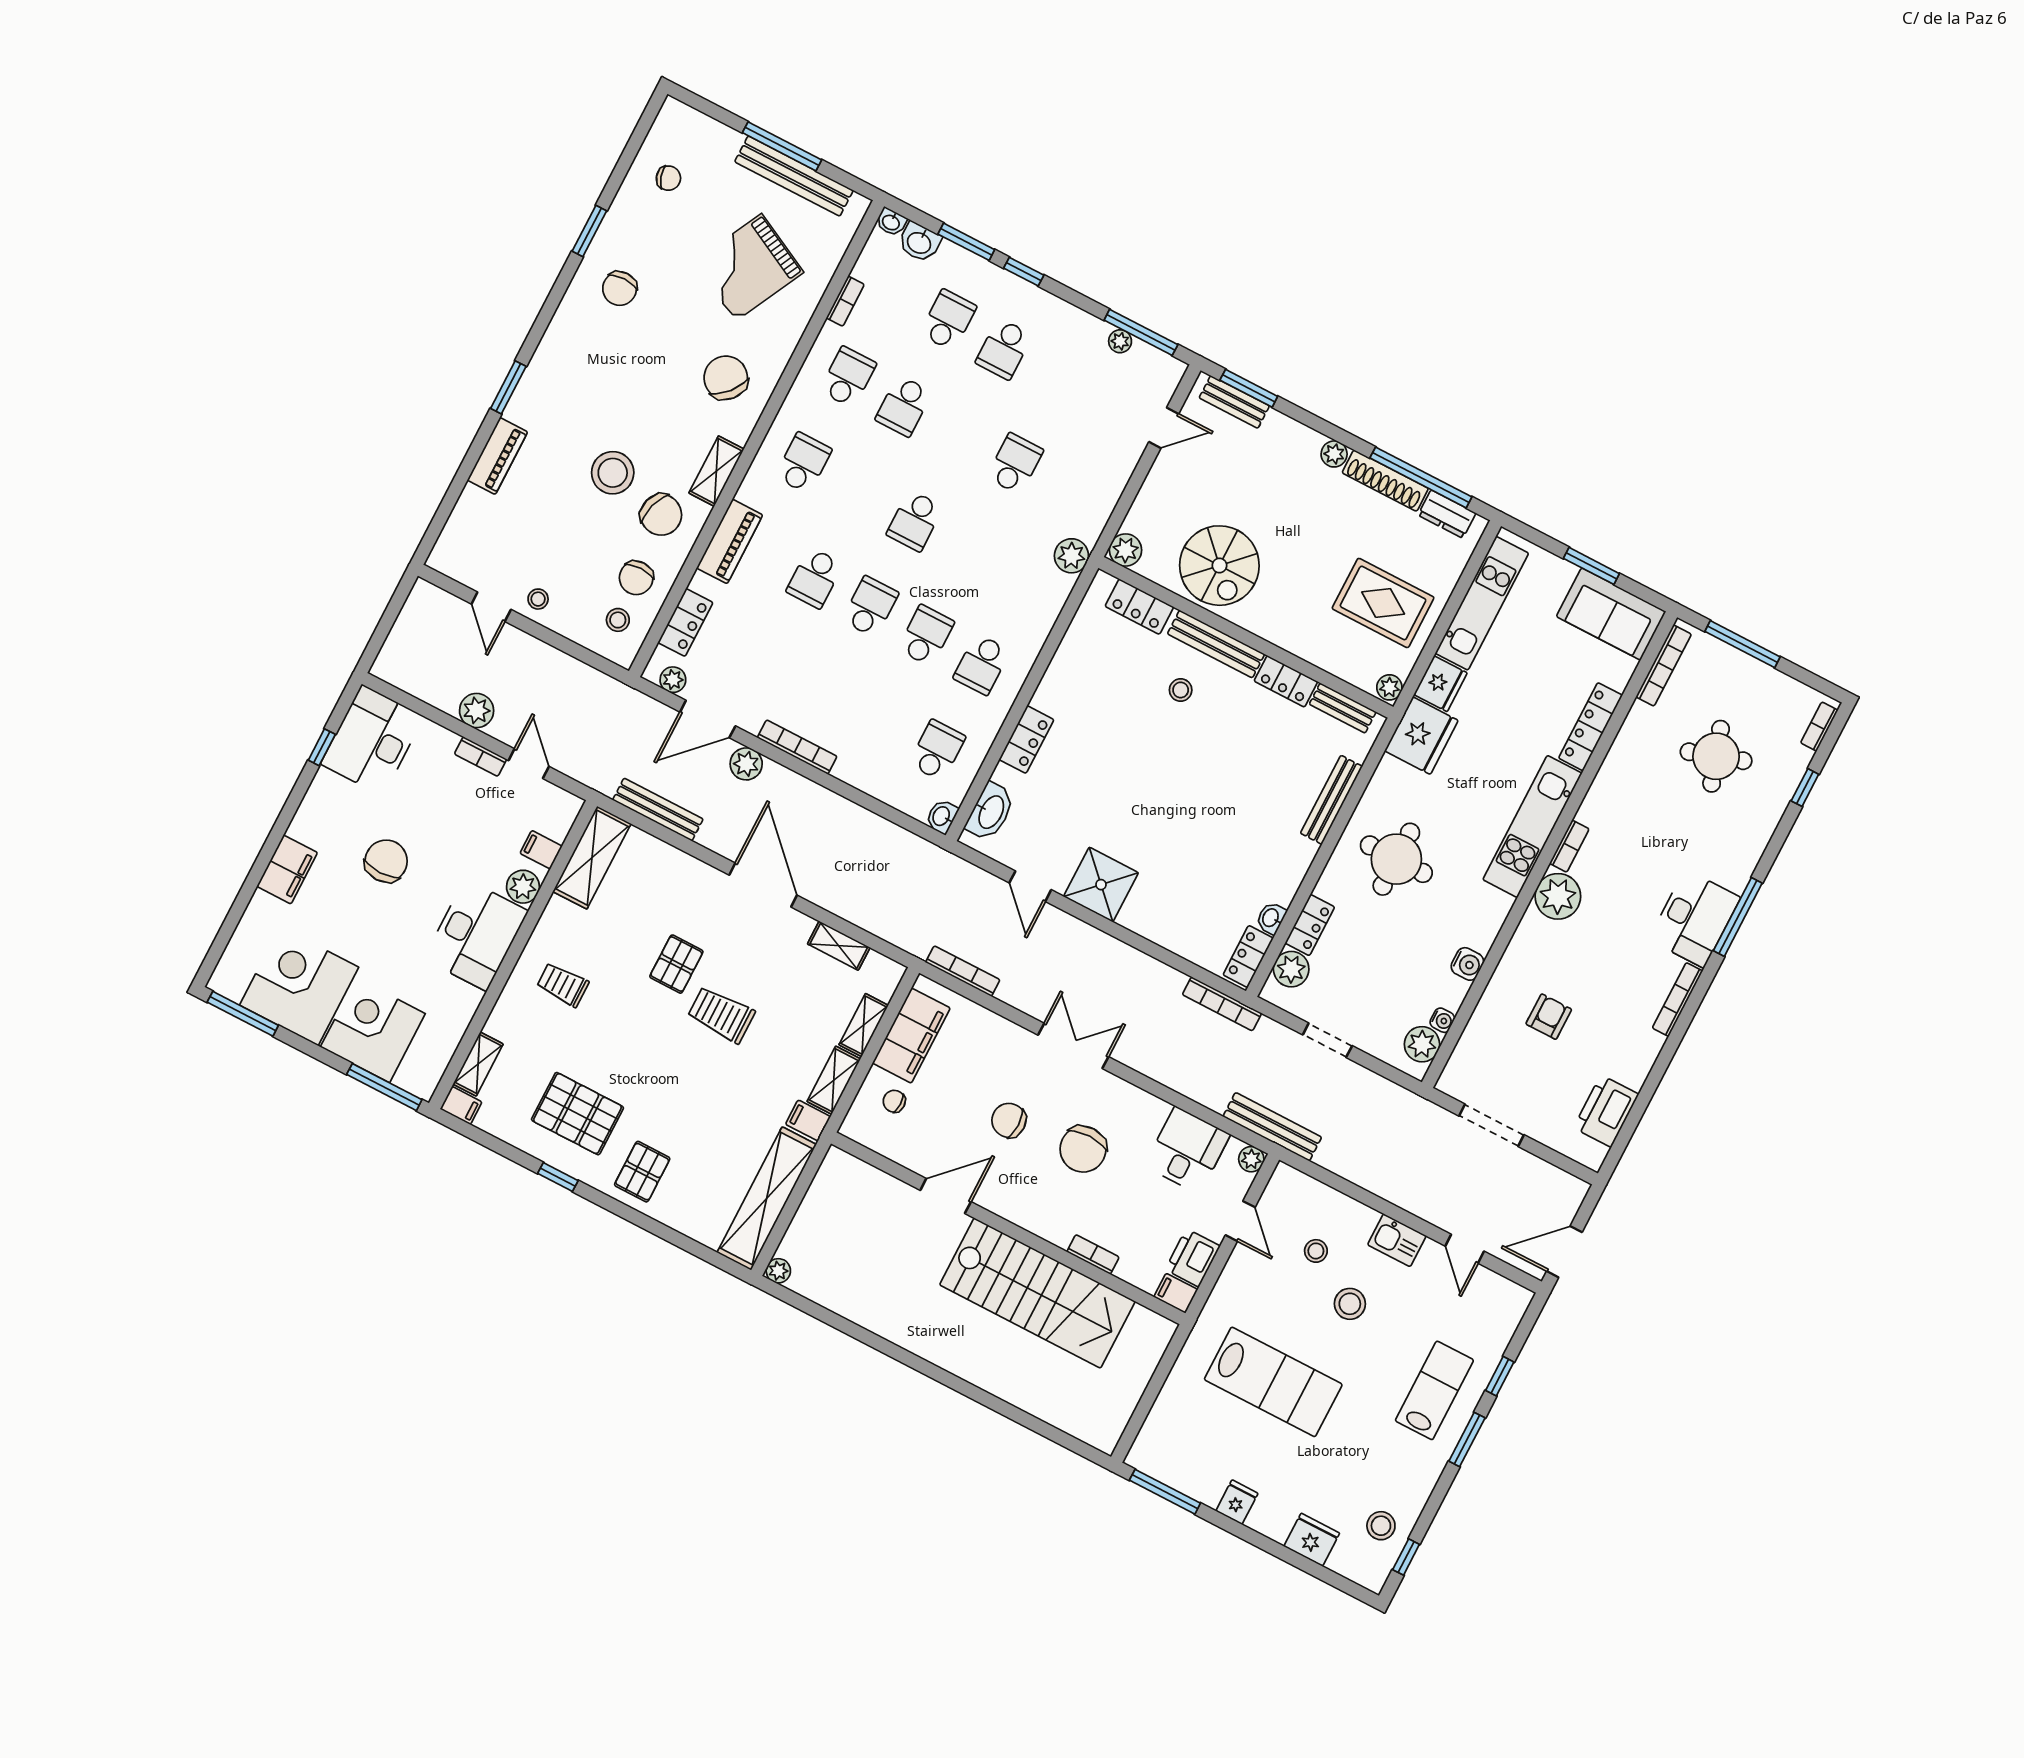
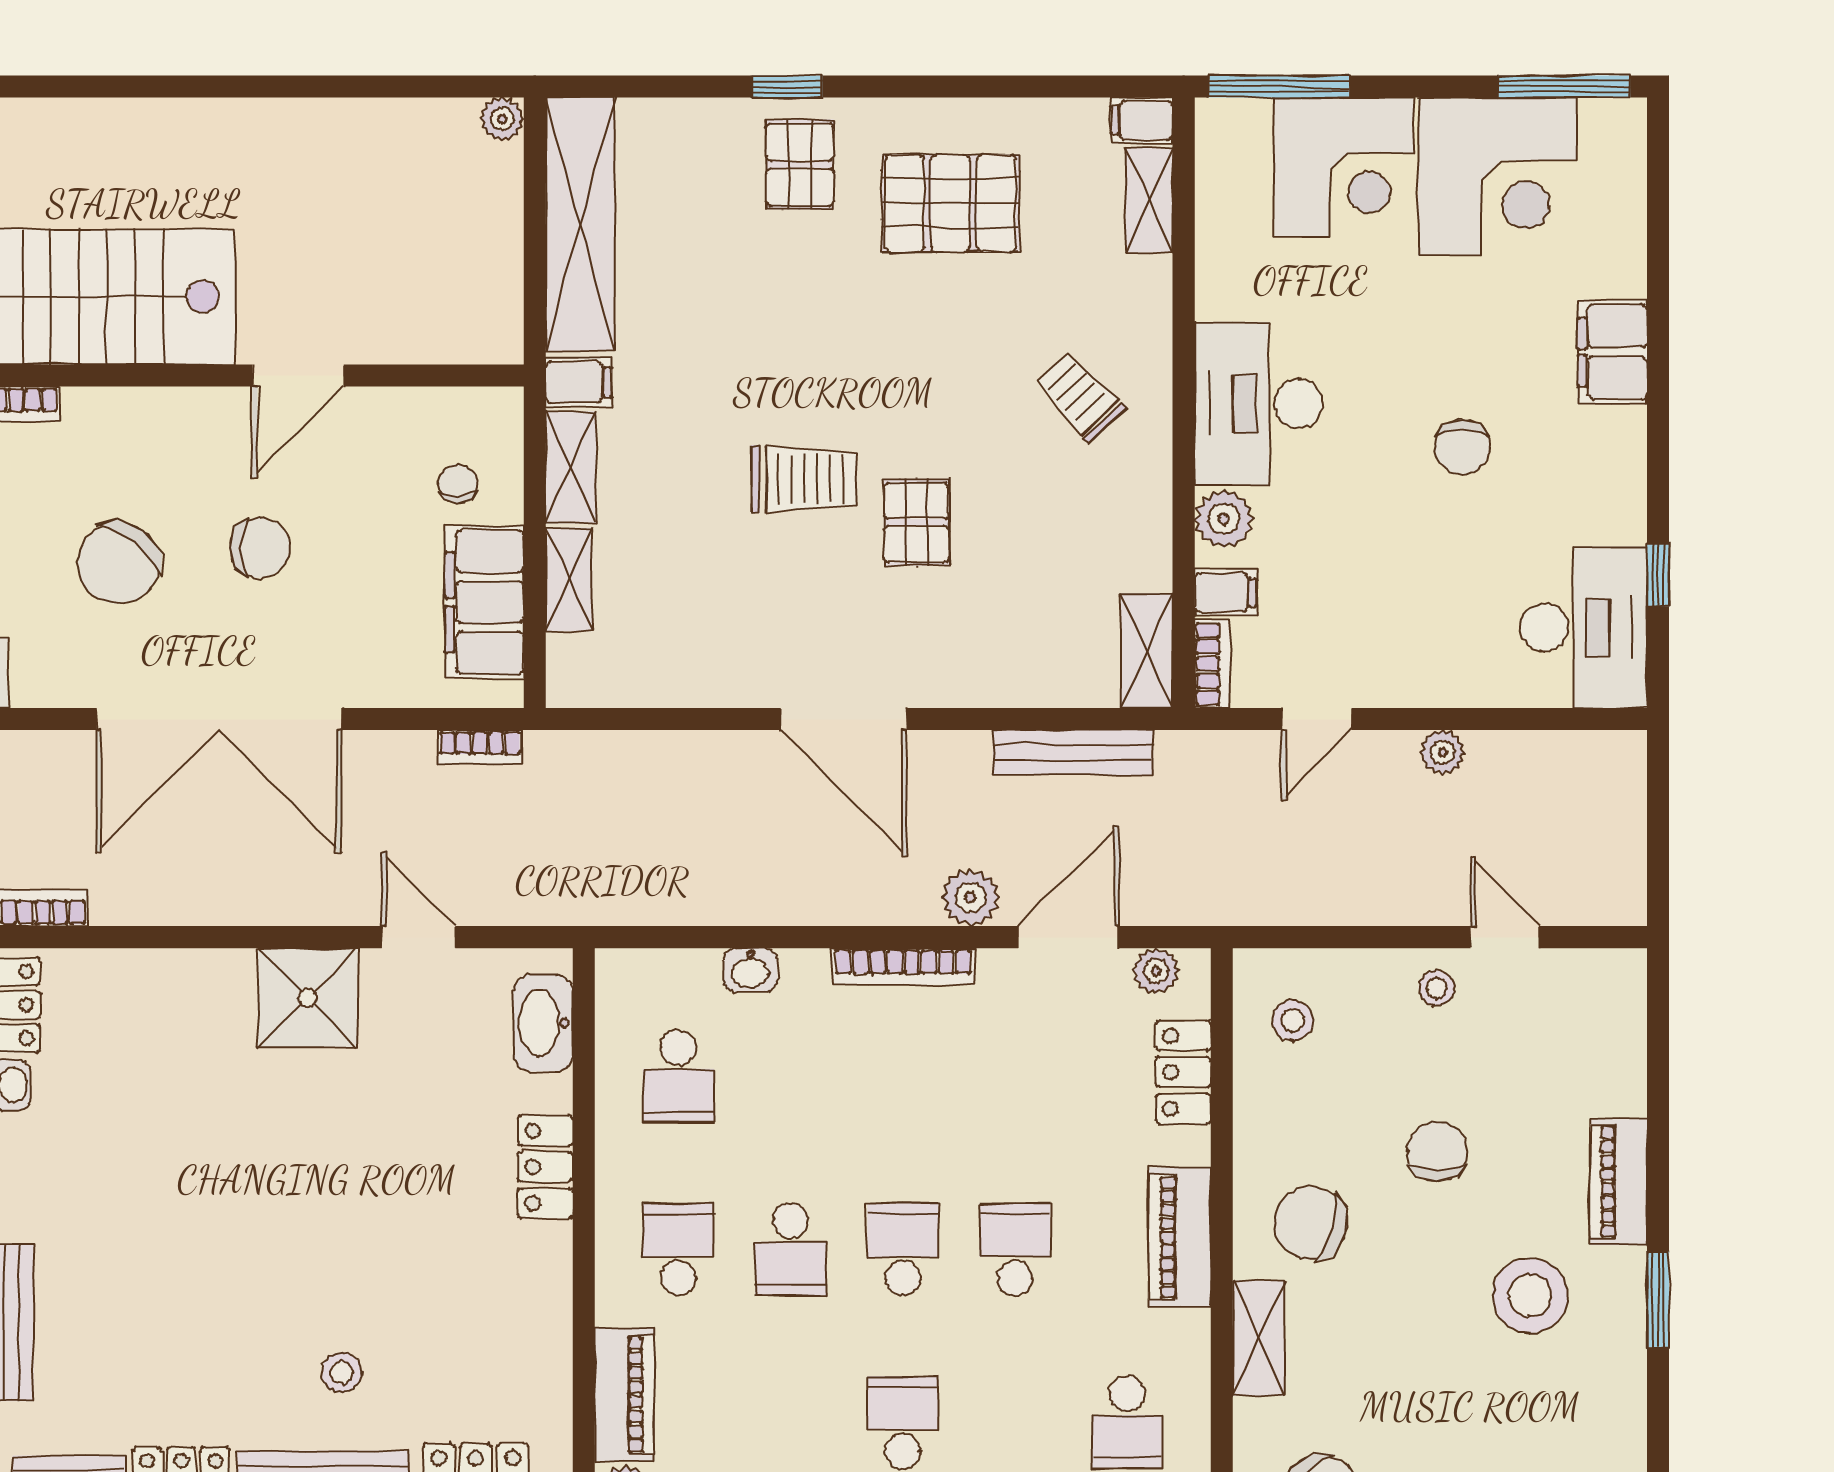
stool: (613, 473) -> (1530, 1295), moved
chair: (636, 578) -> (1437, 1151), moved
piano: (1046, 606) -> (624, 1395), added
school desk: (870, 607) -> (903, 1249), turned 180
plant: (477, 710) -> (1442, 752), width x0.73, depth x0.73
bookcase: (481, 757) -> (1212, 664), moved, turned 90
door: (529, 764) -> (1316, 719), hinge flipped
washbasin: (942, 816) -> (750, 970), moved, turned 90
shelving: (592, 858) -> (1147, 651), width x0.67, depth x0.75
chair: (386, 861) -> (1462, 447), width x0.73, depth x0.73
shelving: (839, 946) -> (674, 685), removed
bookcase: (963, 971) -> (480, 747), width x0.64
trolley: (563, 985) -> (1080, 396), turned -133
double door: (1073, 1046) -> (219, 719), width x1.87
chair: (894, 1101) -> (458, 484), turned -90
chair: (1083, 1149) -> (118, 563), turned -142
window: (558, 1177) -> (787, 86), moved

